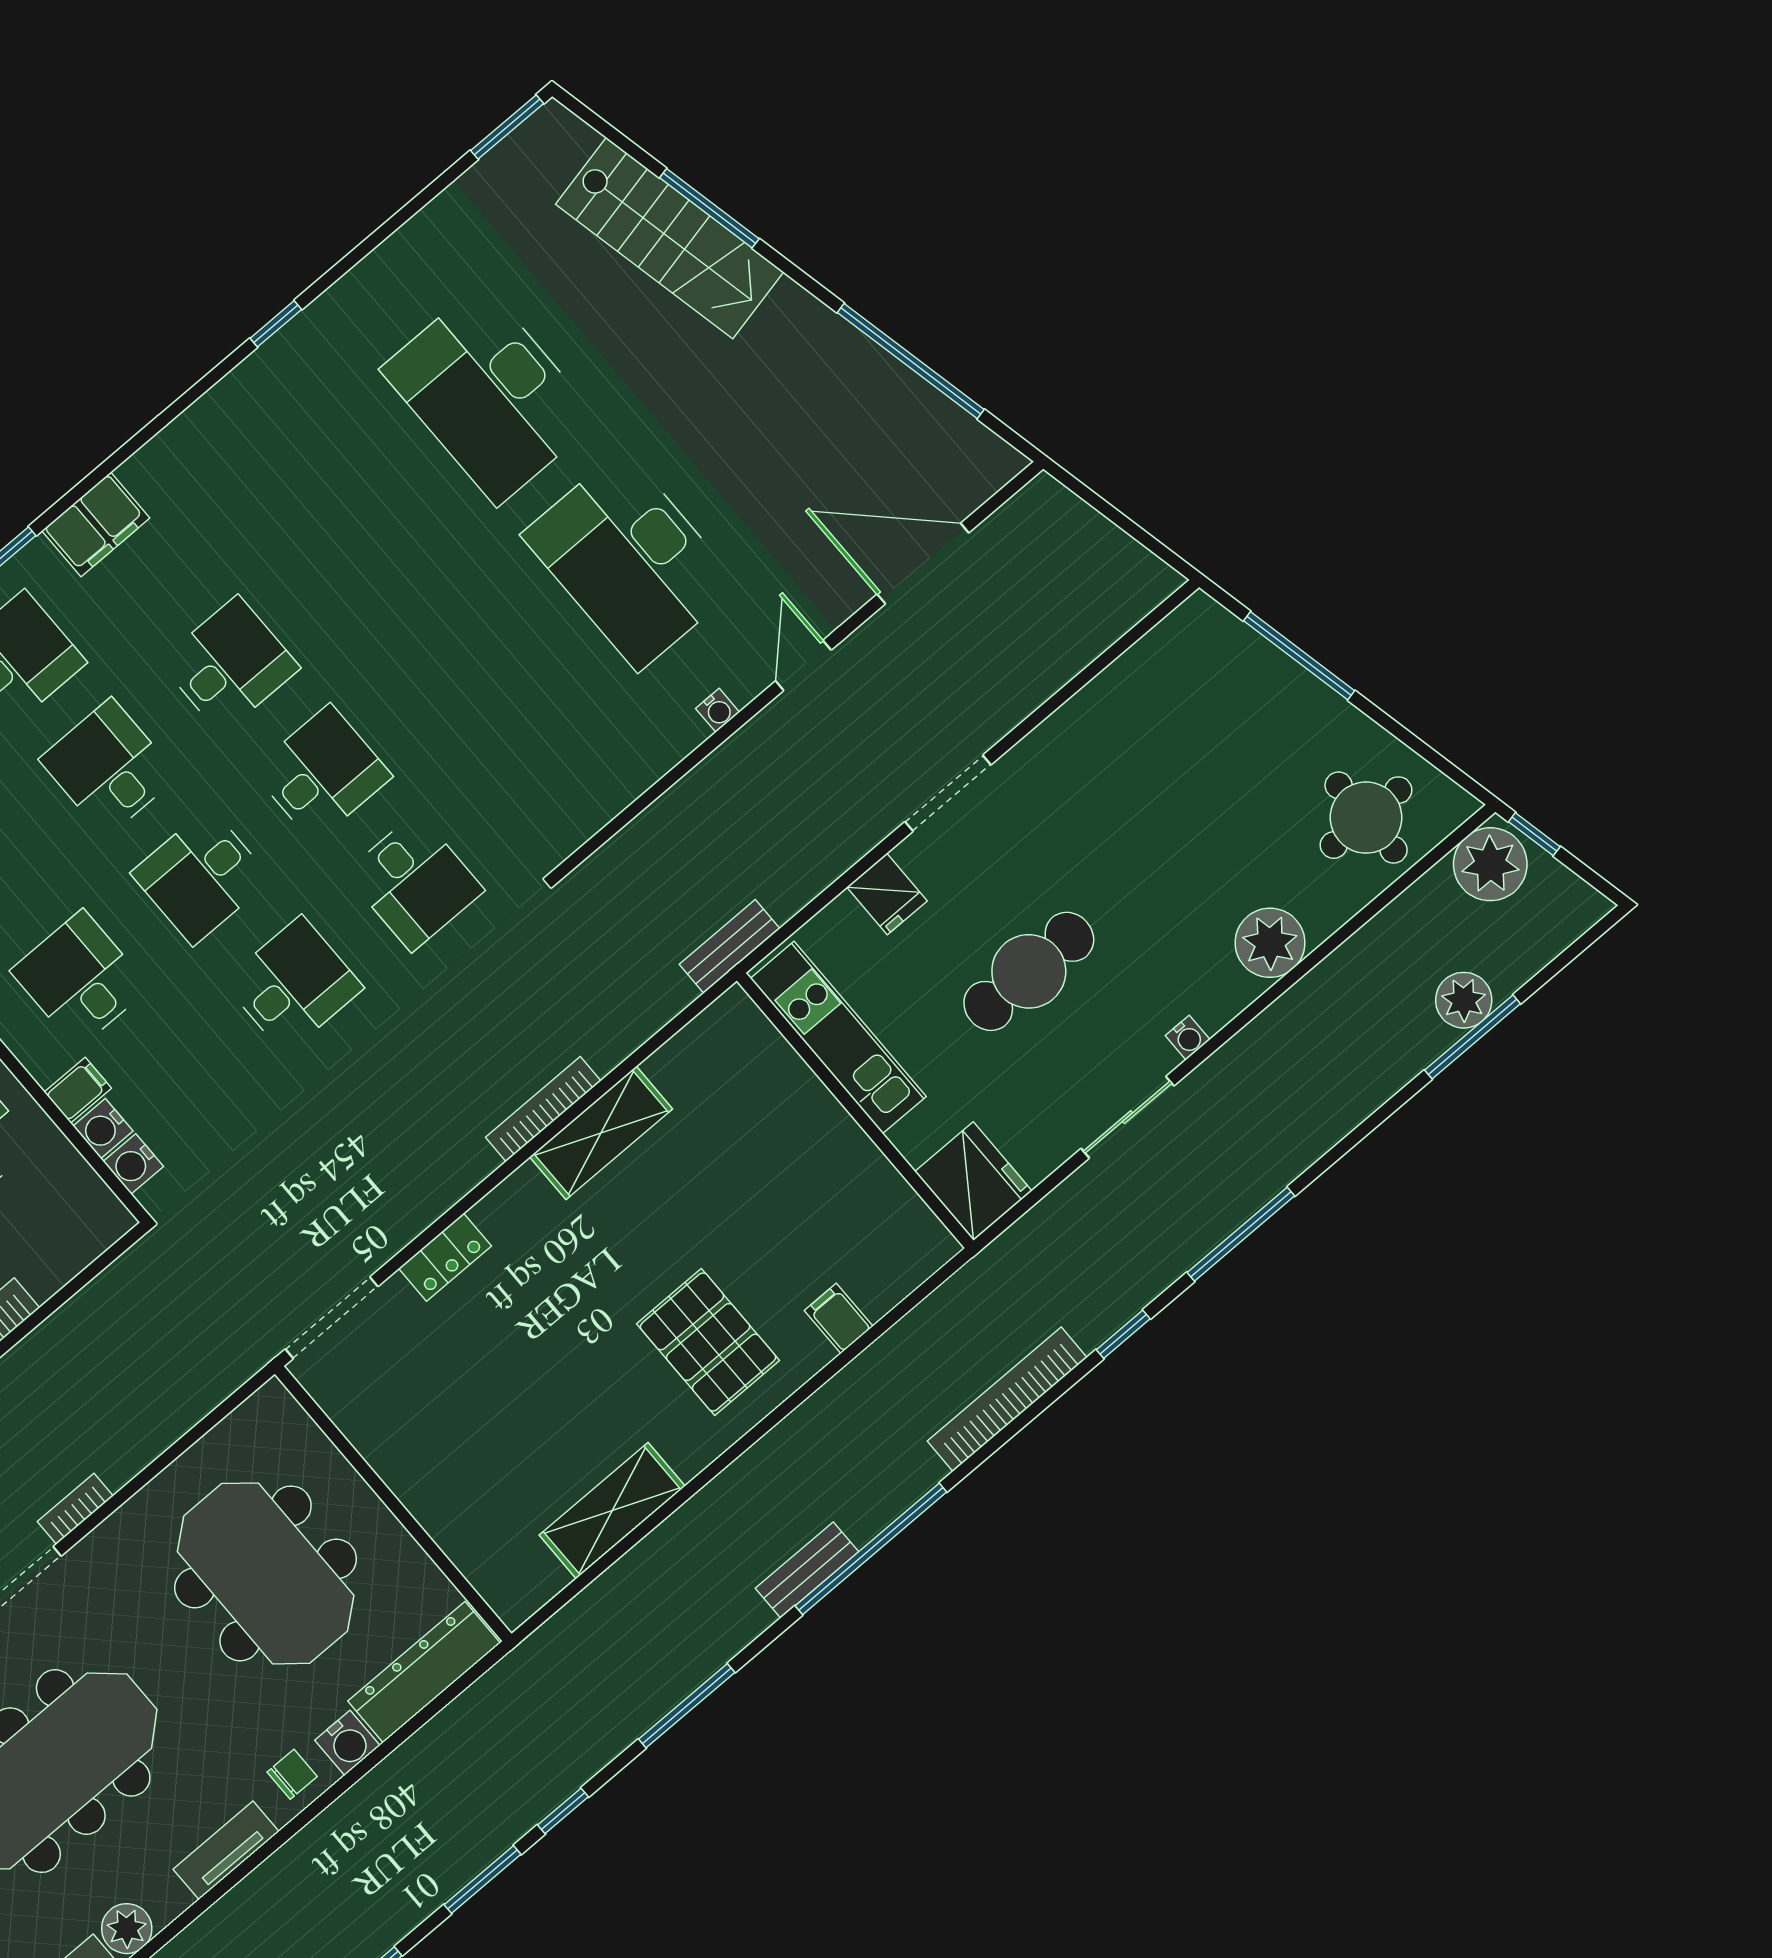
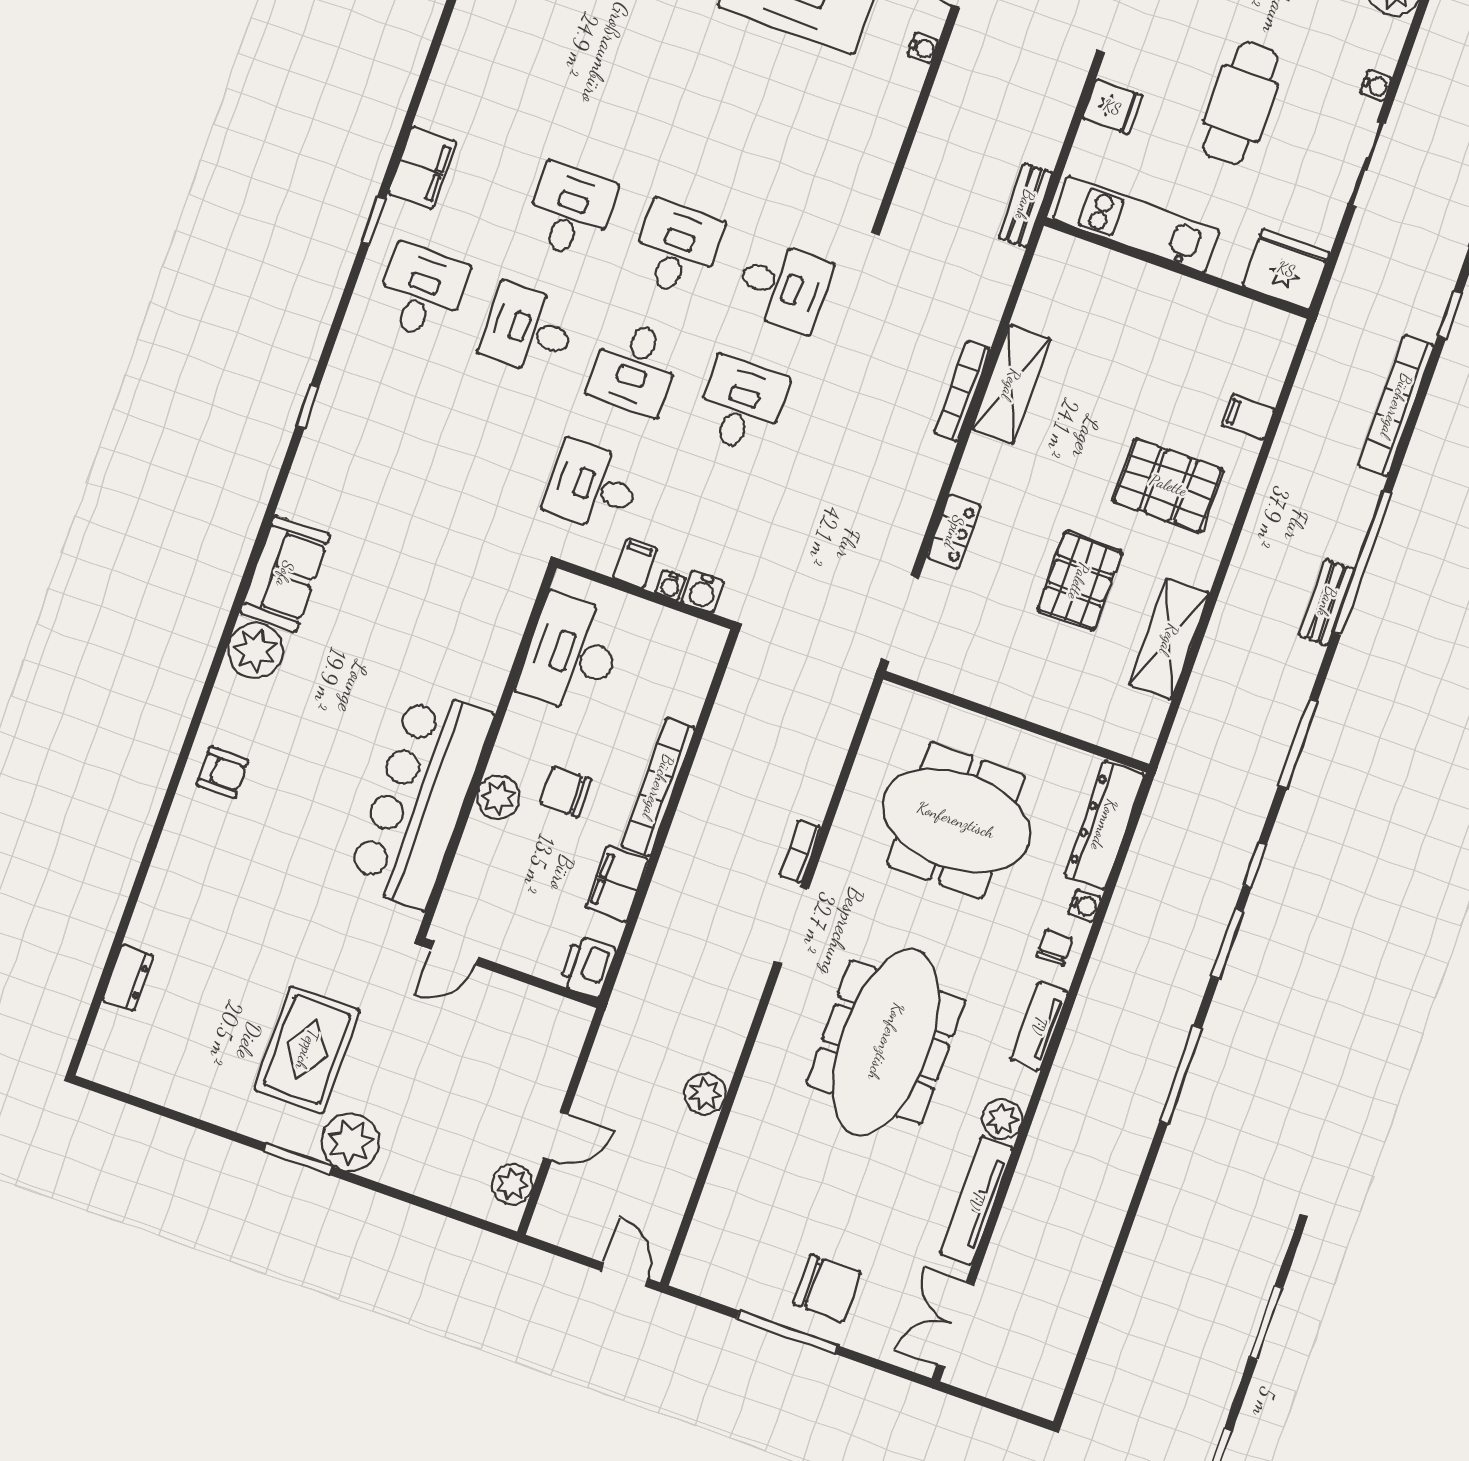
water cooler: (103, 1128) -> (671, 585), width x0.72, depth x0.72
pallet: (551, 1390) -> (1079, 581), added
water cooler: (348, 1743) -> (1085, 906), width x0.72, depth x0.72

